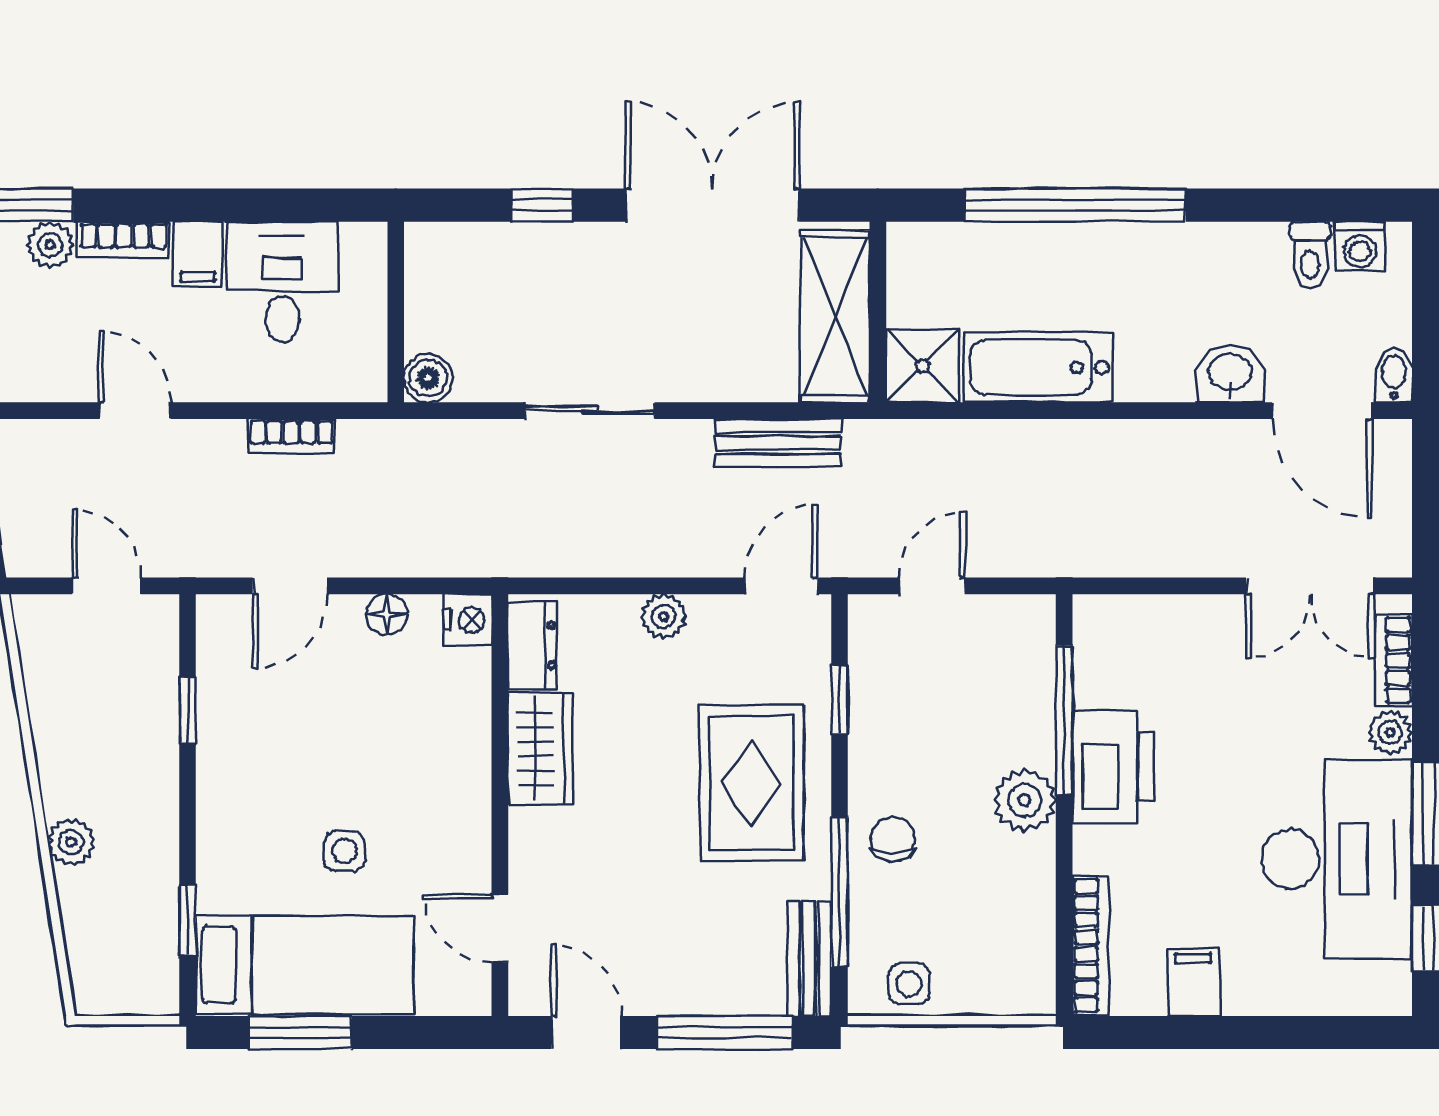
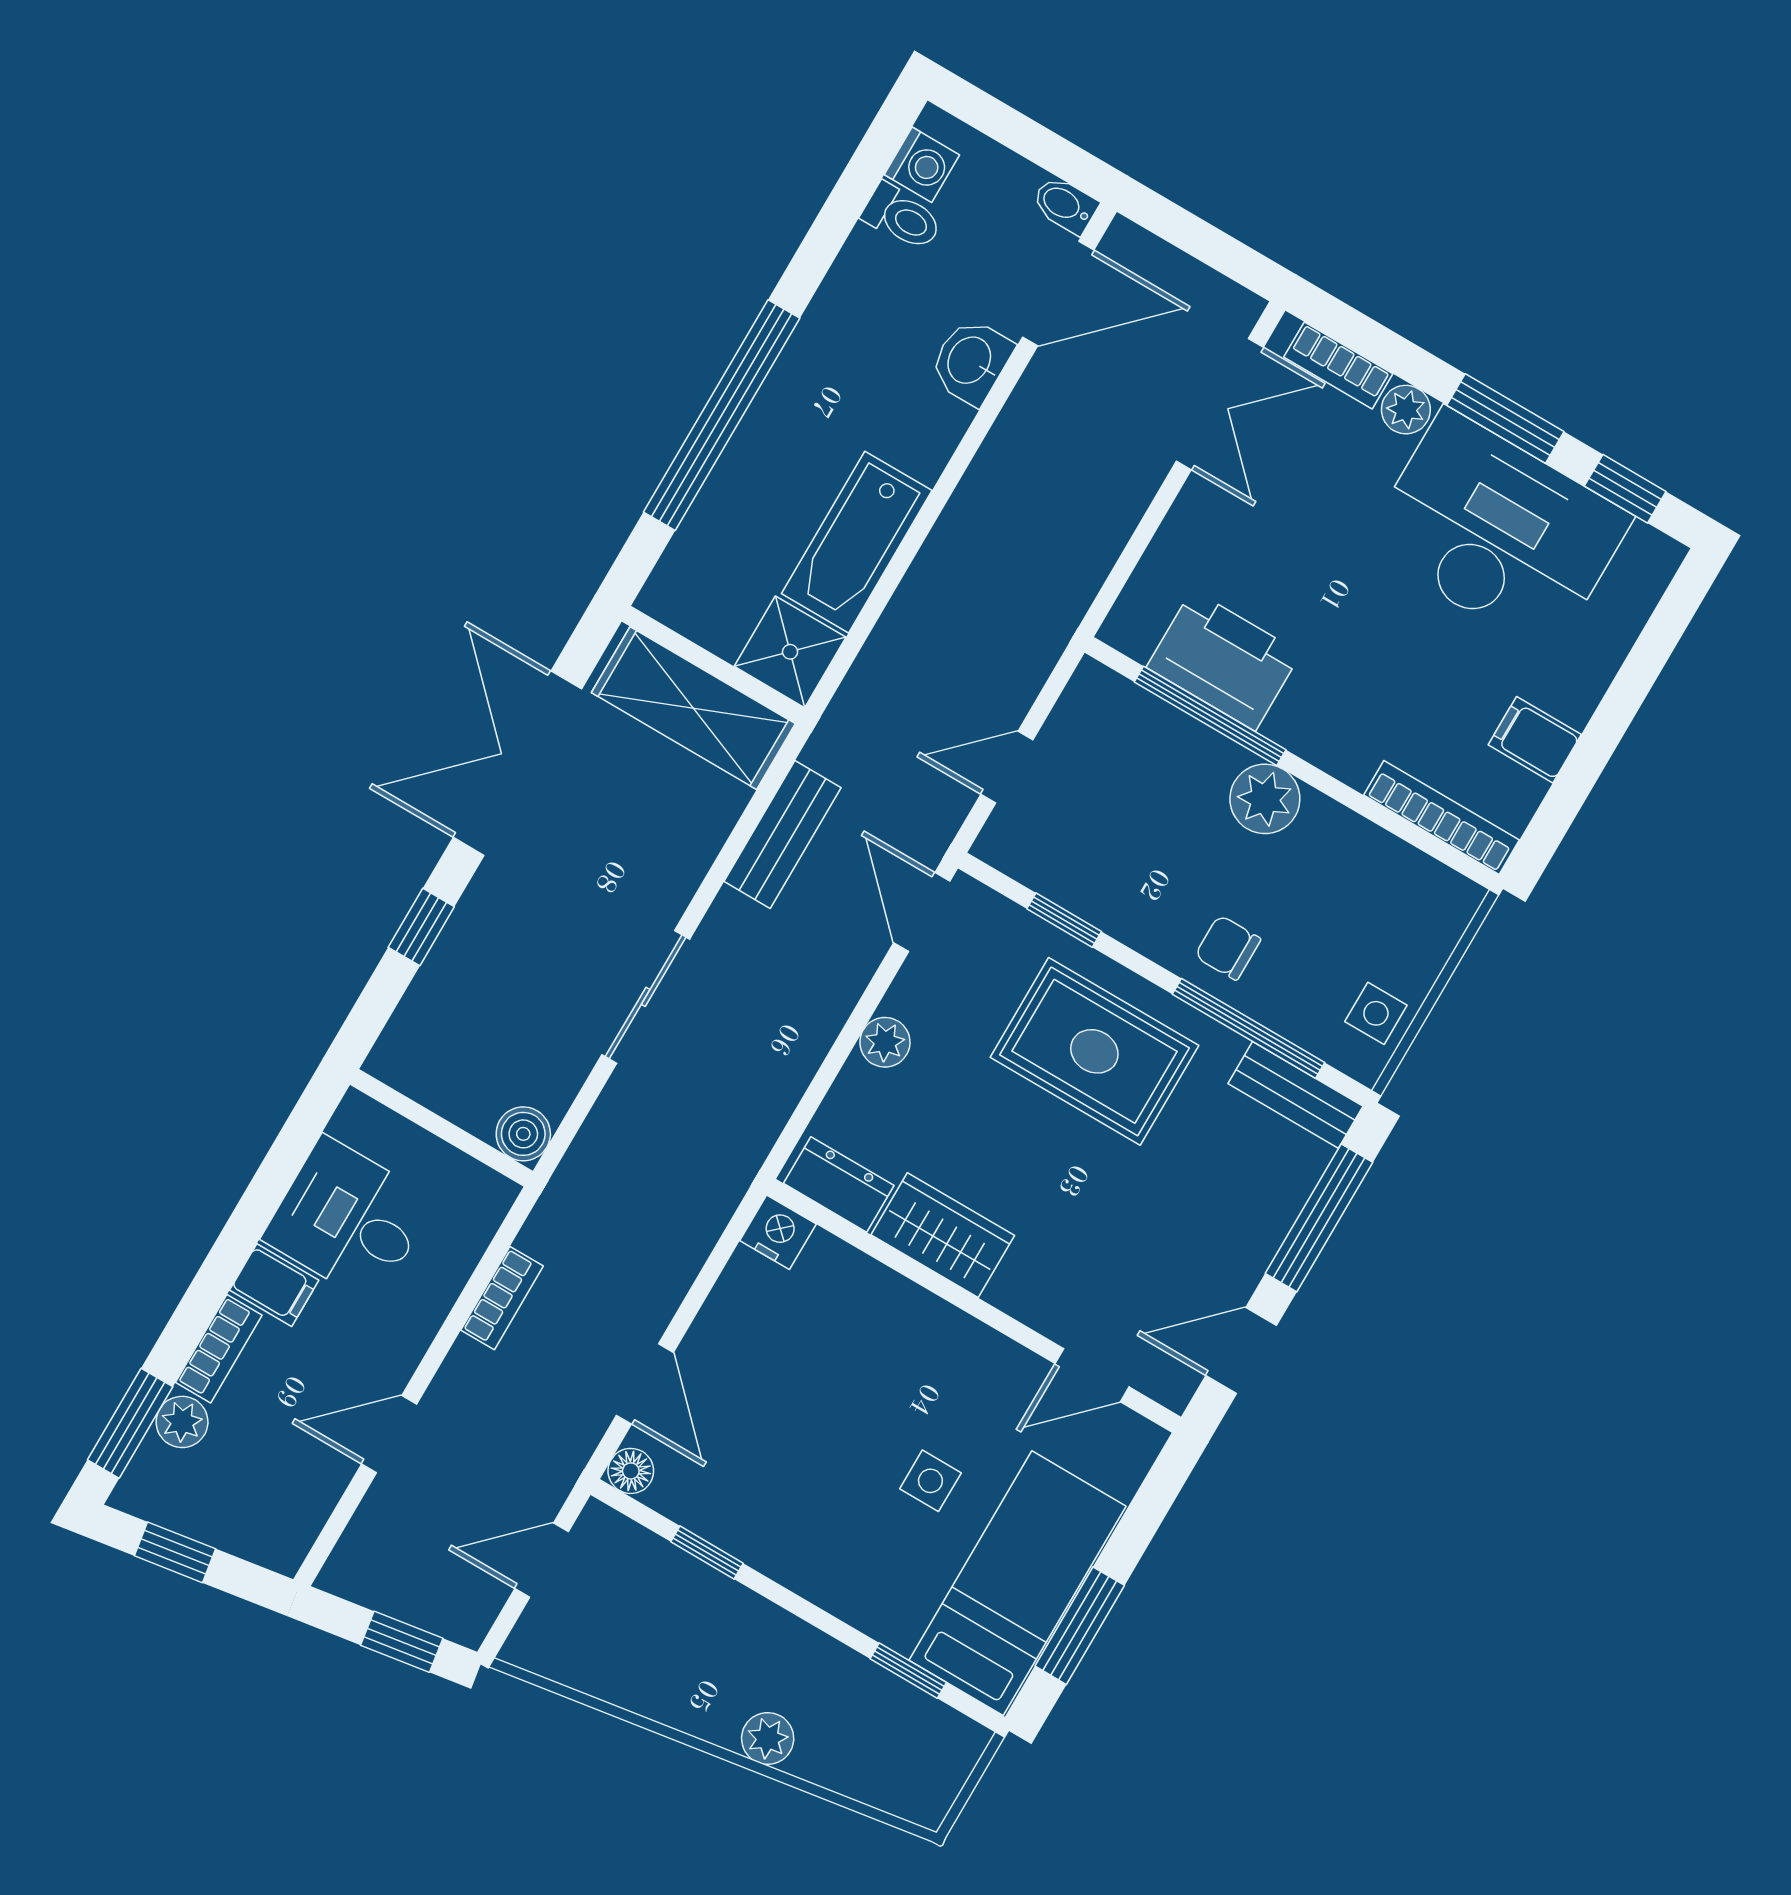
door: (932, 586) -> (1007, 767), hinge flipped
floor lamp: (387, 614) -> (631, 1471), moved
printer: (1113, 766) -> (1224, 660), moved

